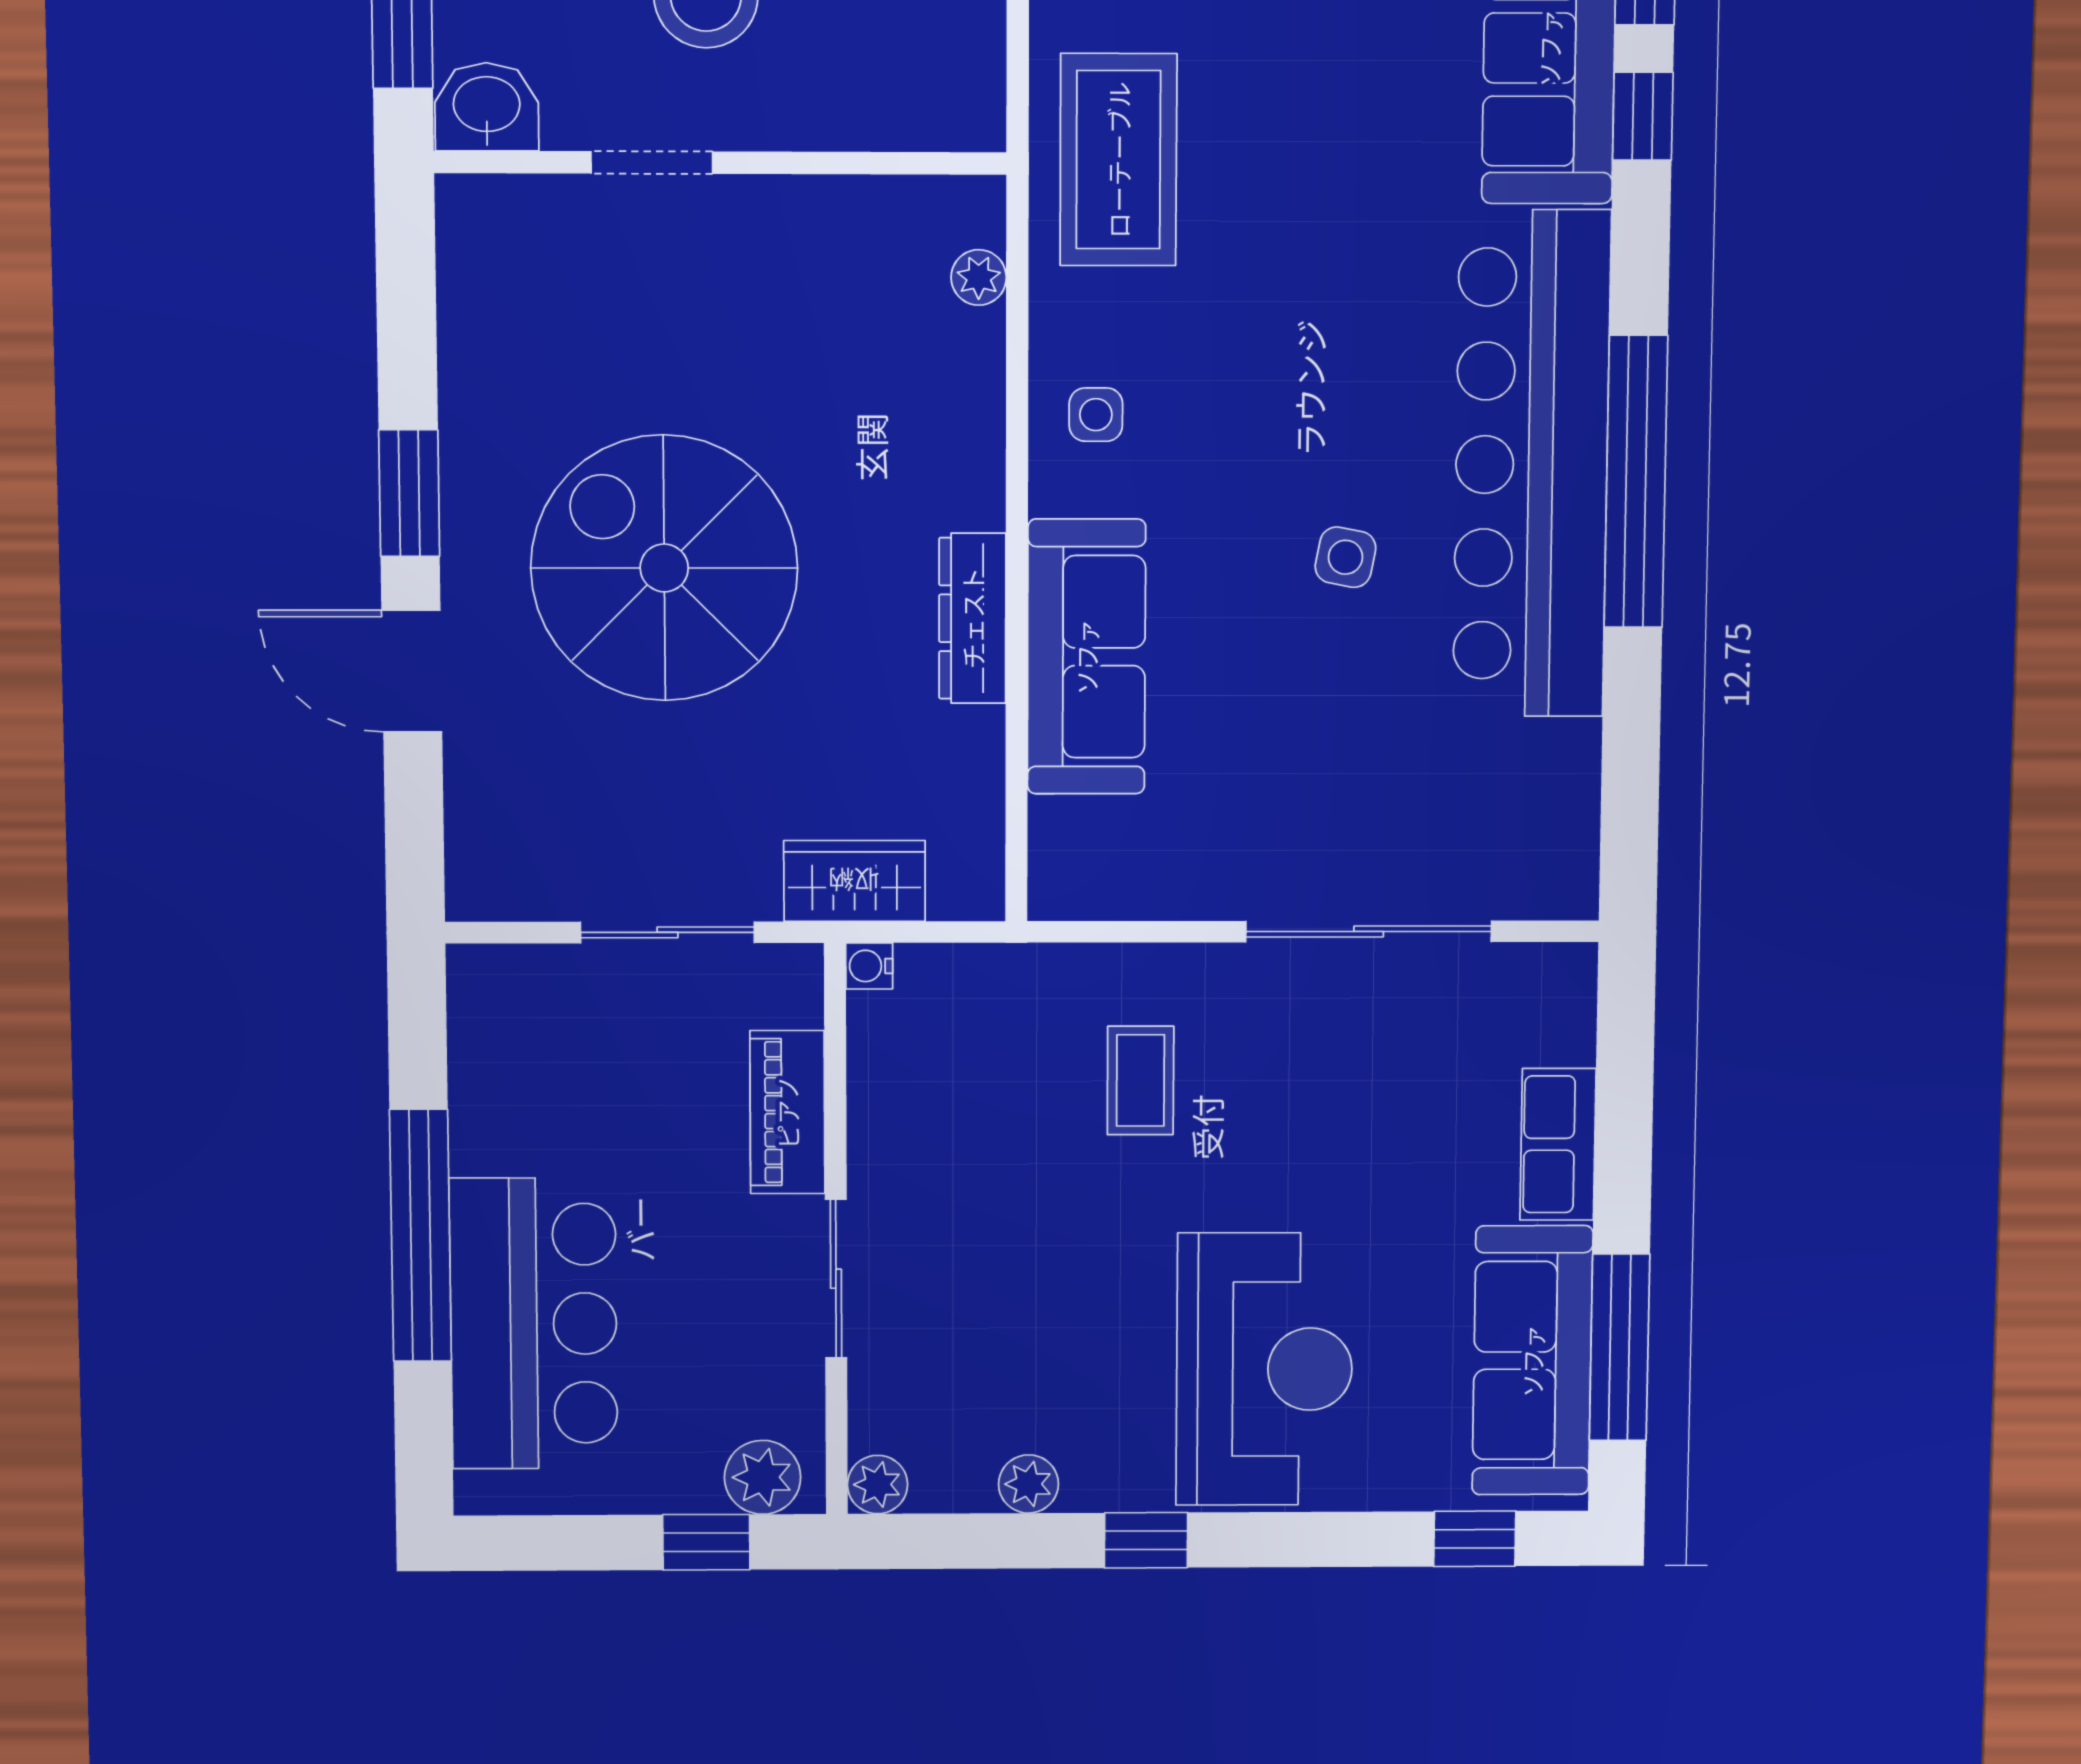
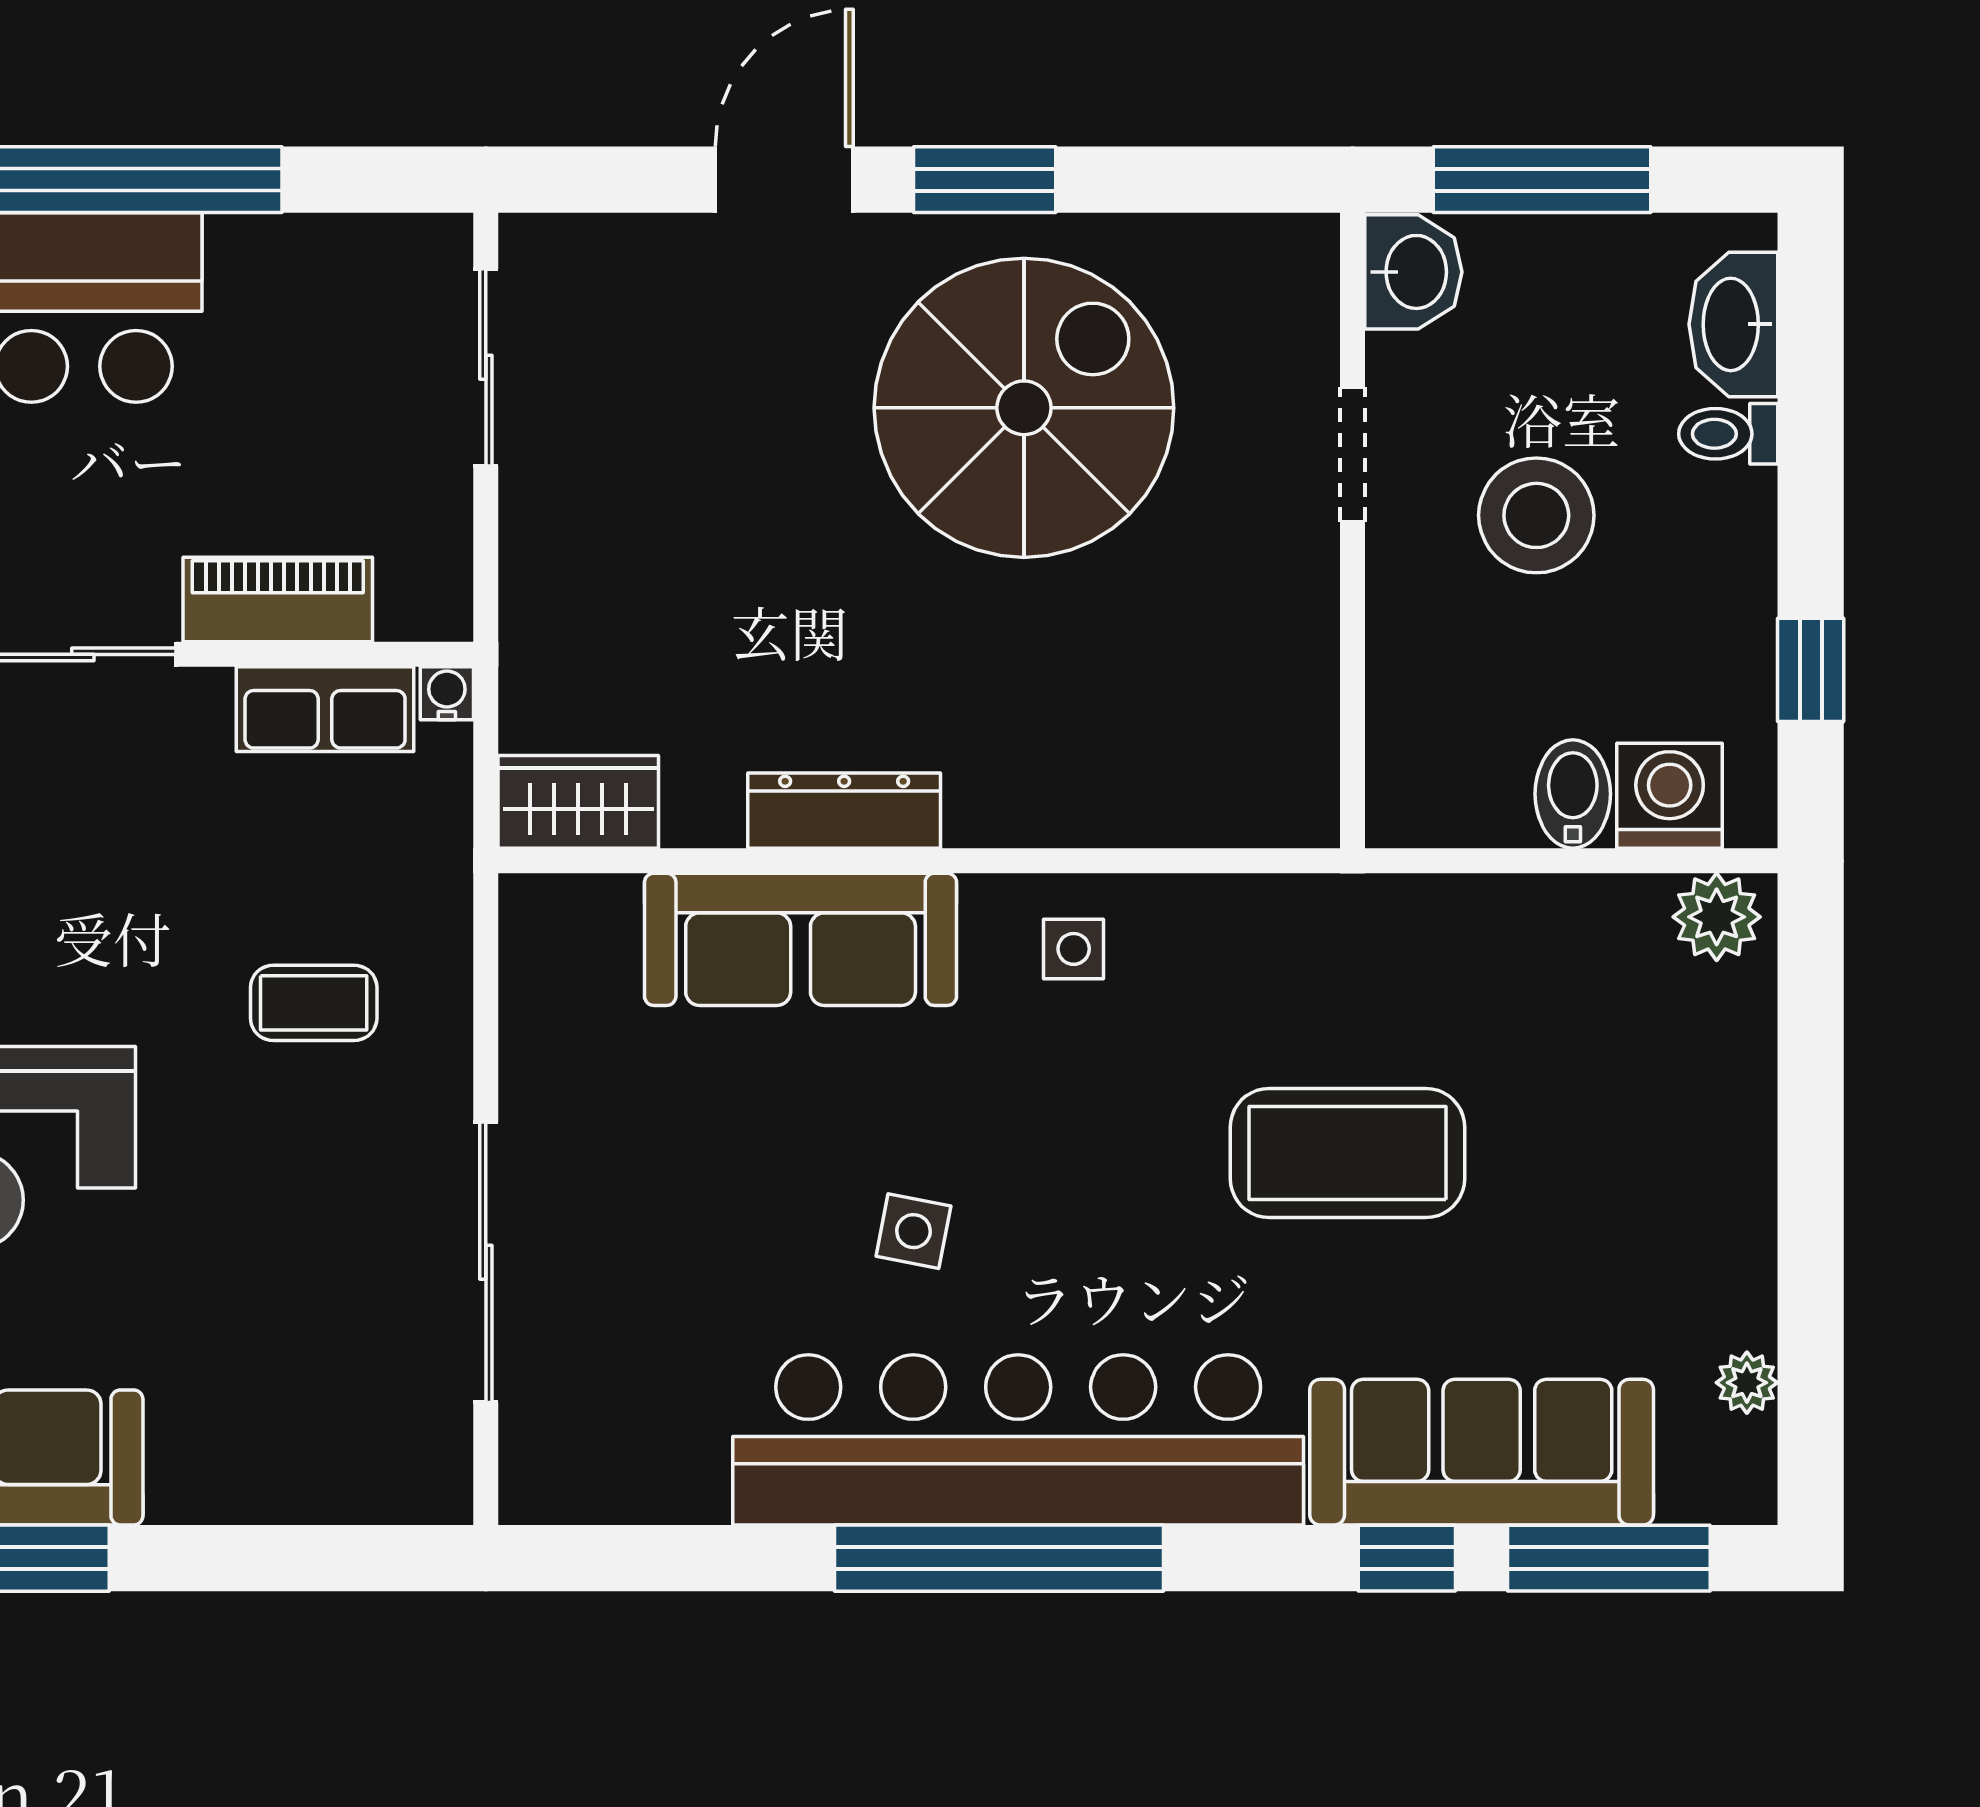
coffee table: (1118, 160) -> (1347, 1153), moved
plant: (979, 277) -> (1226, 817), removed
spiral stairs: (664, 568) -> (1024, 408), moved
wardrobe: (854, 881) -> (578, 802), moved, turned -90
sliding door: (668, 932) -> (486, 367), moved
row of seats: (1558, 1144) -> (325, 709), moved, turned 180

